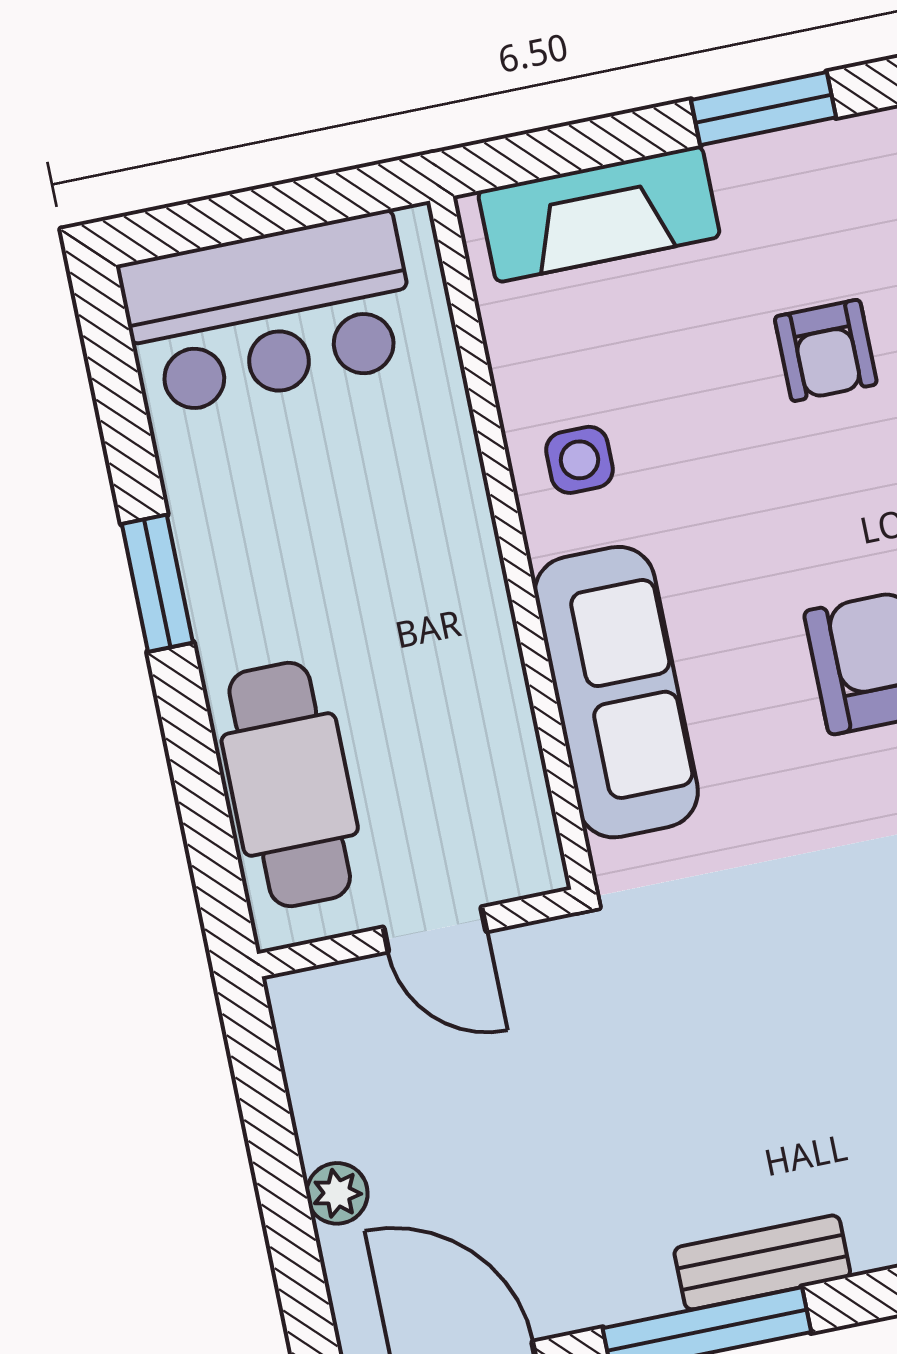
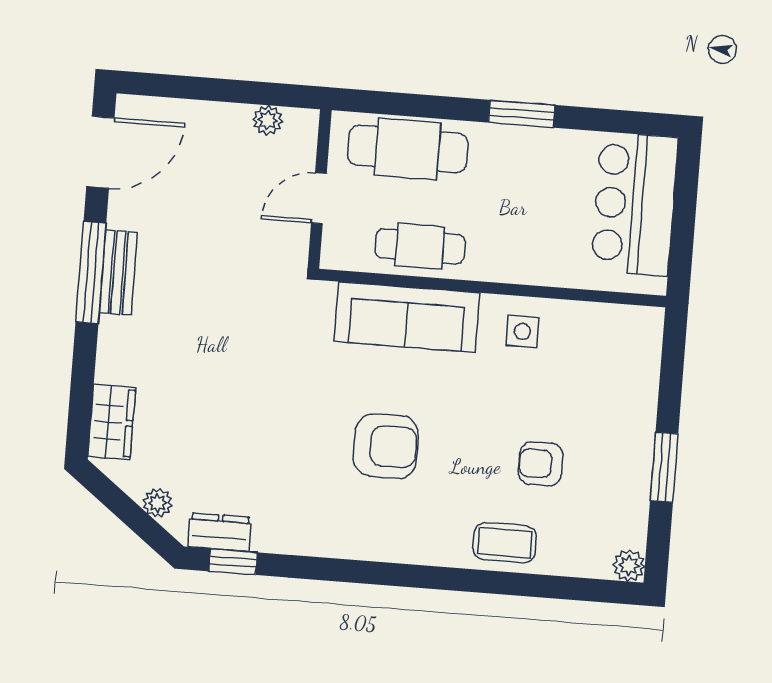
fireplace: (599, 214) -> (637, 374), removed
cafe table: (471, 706) -> (420, 246), added
plant: (337, 1193) -> (268, 120), moved
bench: (762, 1262) -> (118, 273), moved

